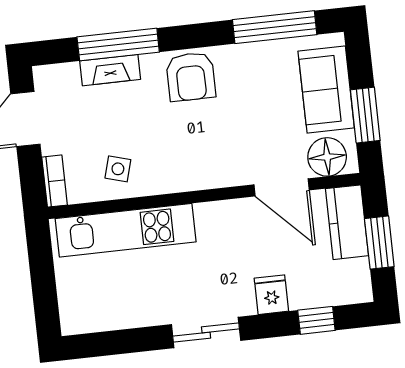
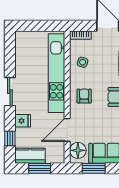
armchair: (197, 156) -> (84, 96), added
kitchen counter: (347, 222) -> (30, 156), moved
kitchen unit: (126, 230) -> (56, 73), width x1.36

